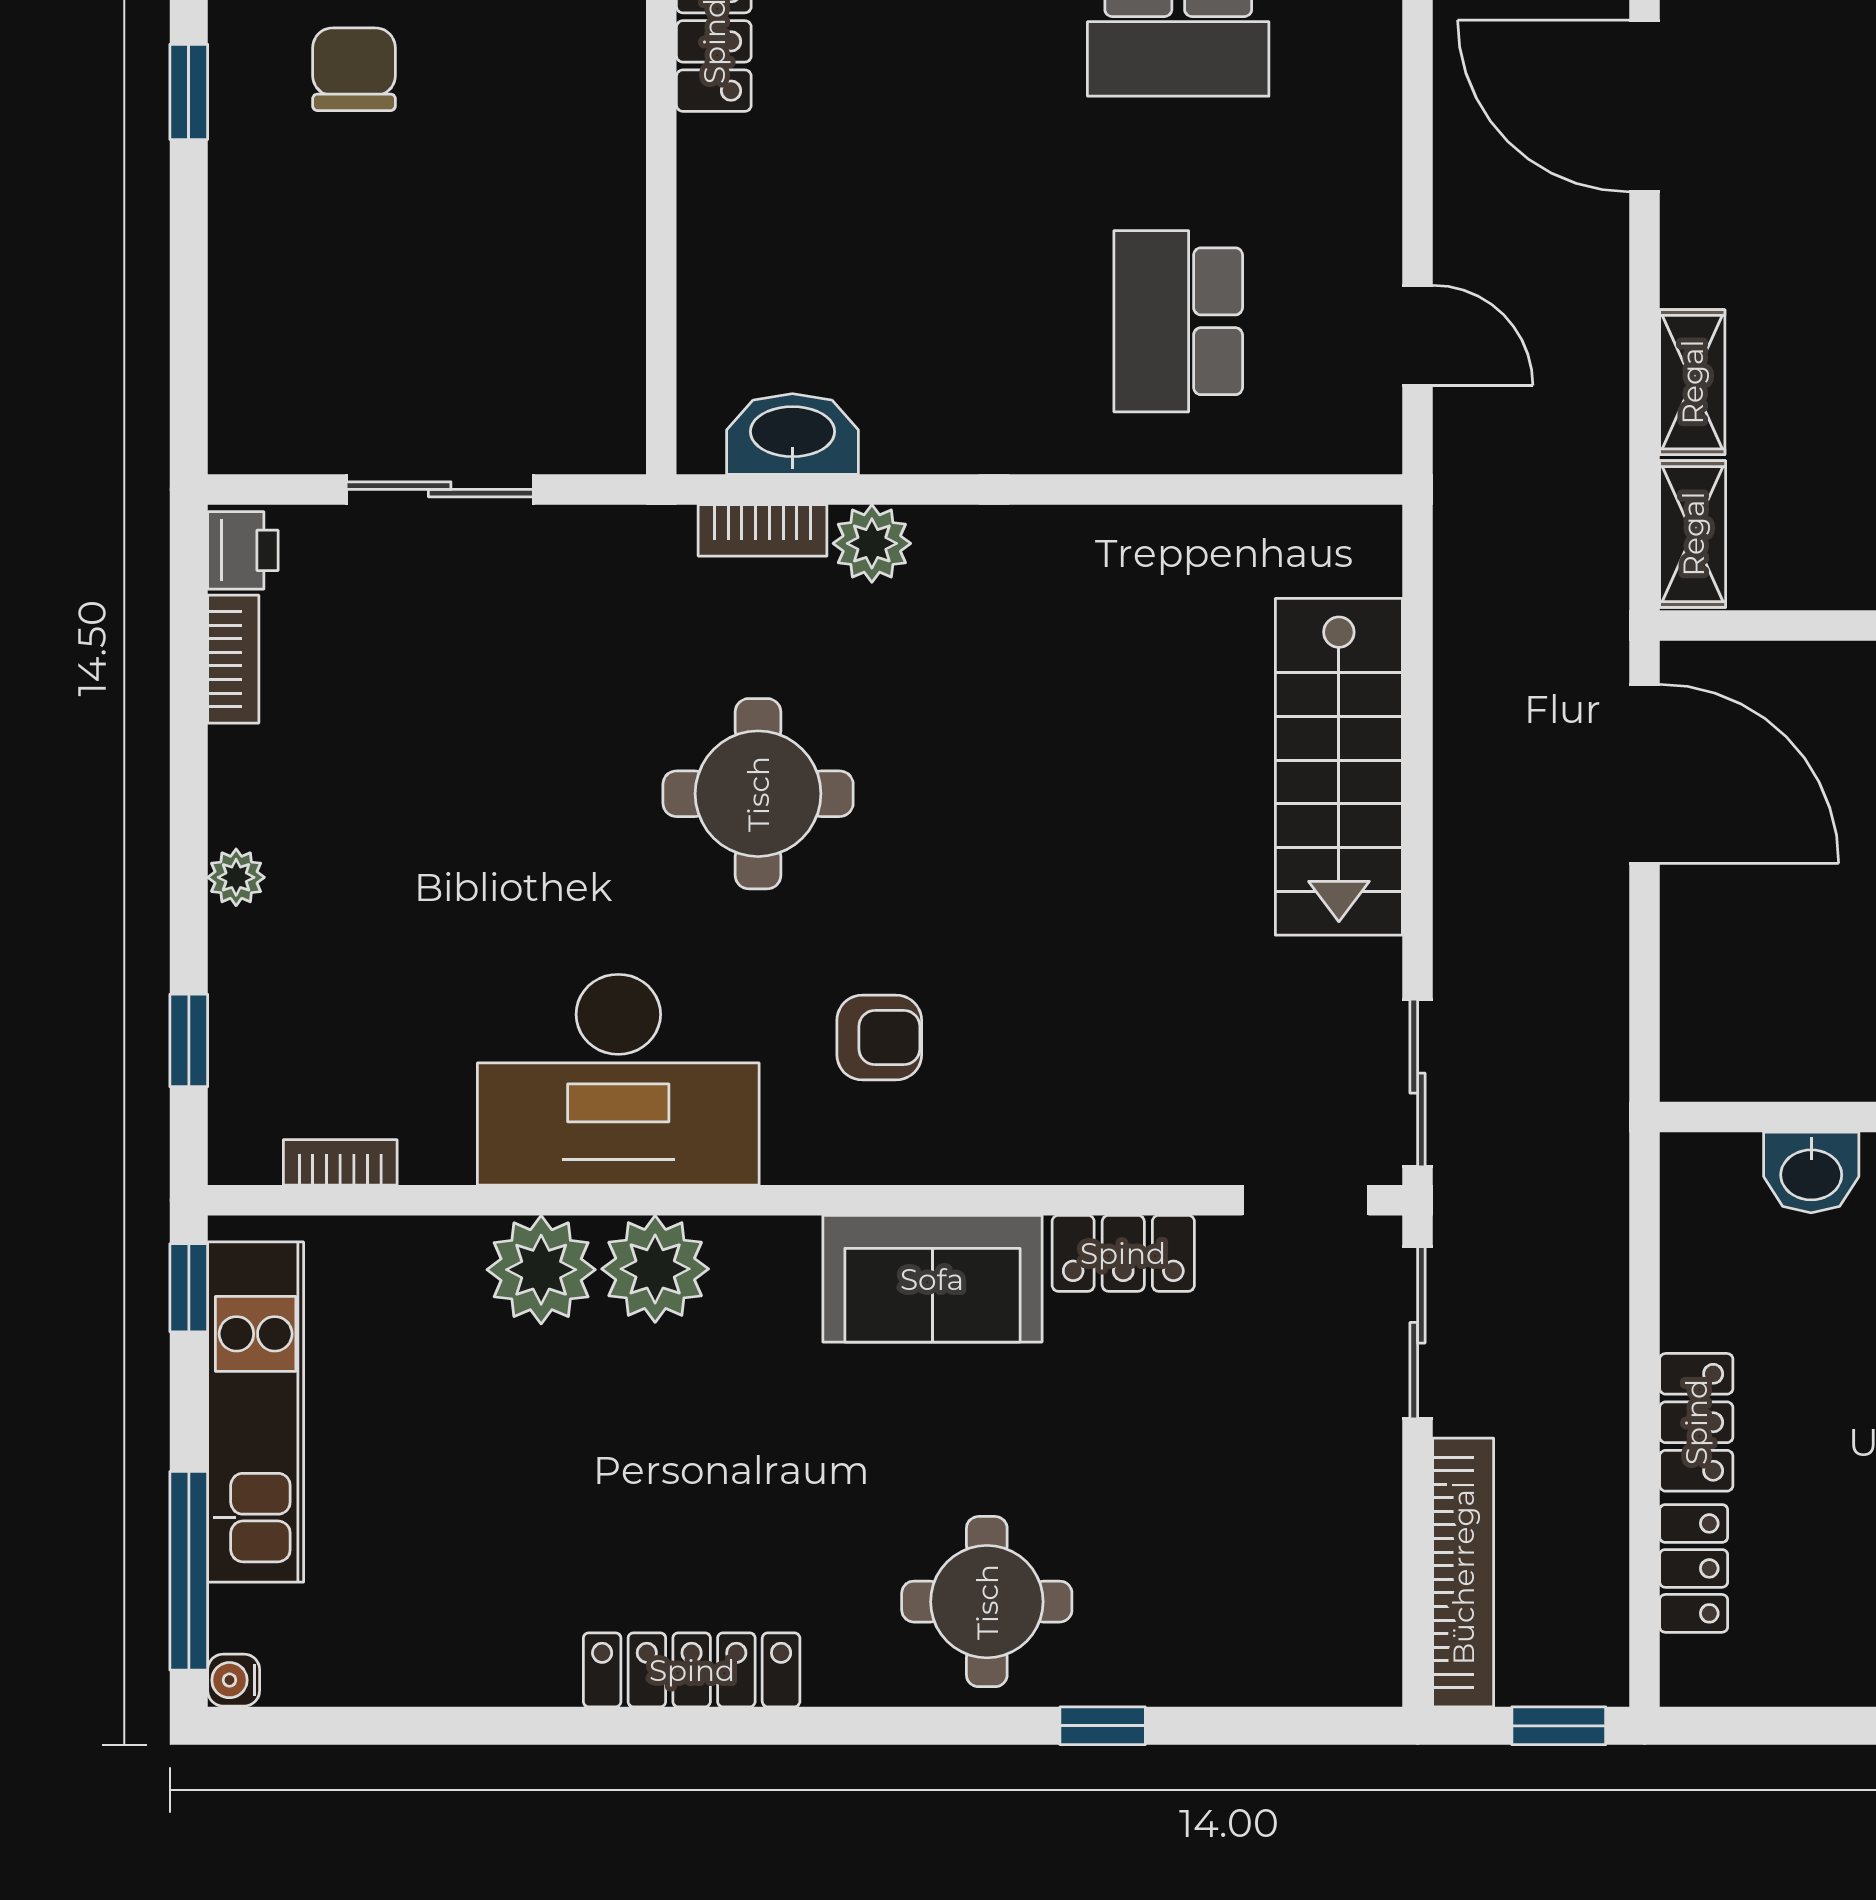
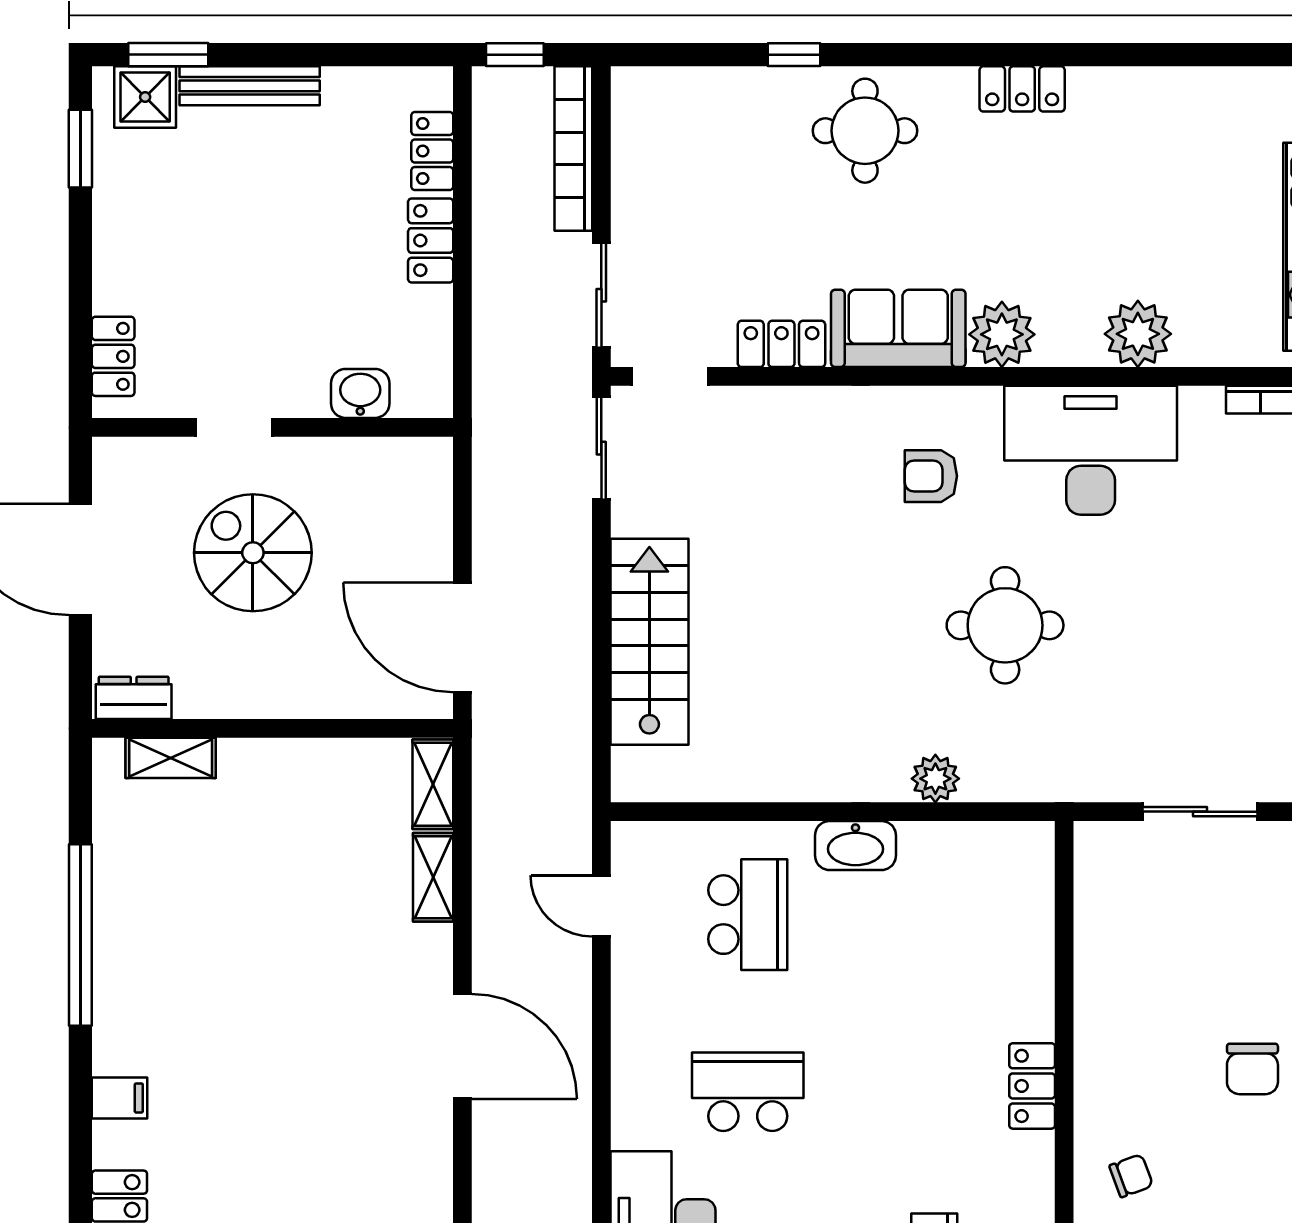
washbasin: (792, 434) -> (855, 846), moved
bookcase: (763, 530) -> (1002, 787), removed
plant: (655, 1269) -> (1002, 334), moved
locker: (692, 1670) -> (1022, 89), width x0.66

